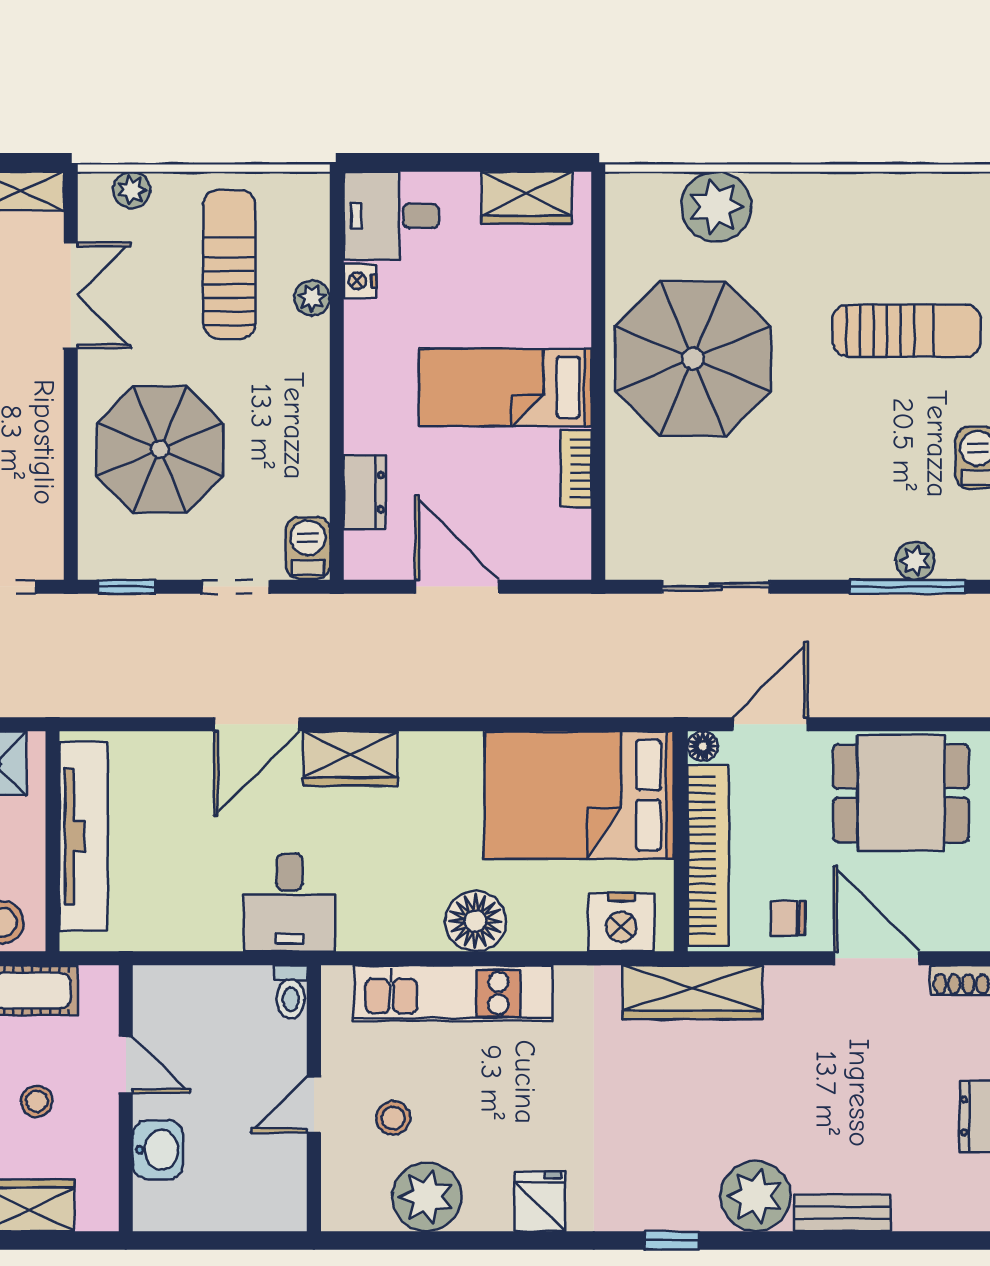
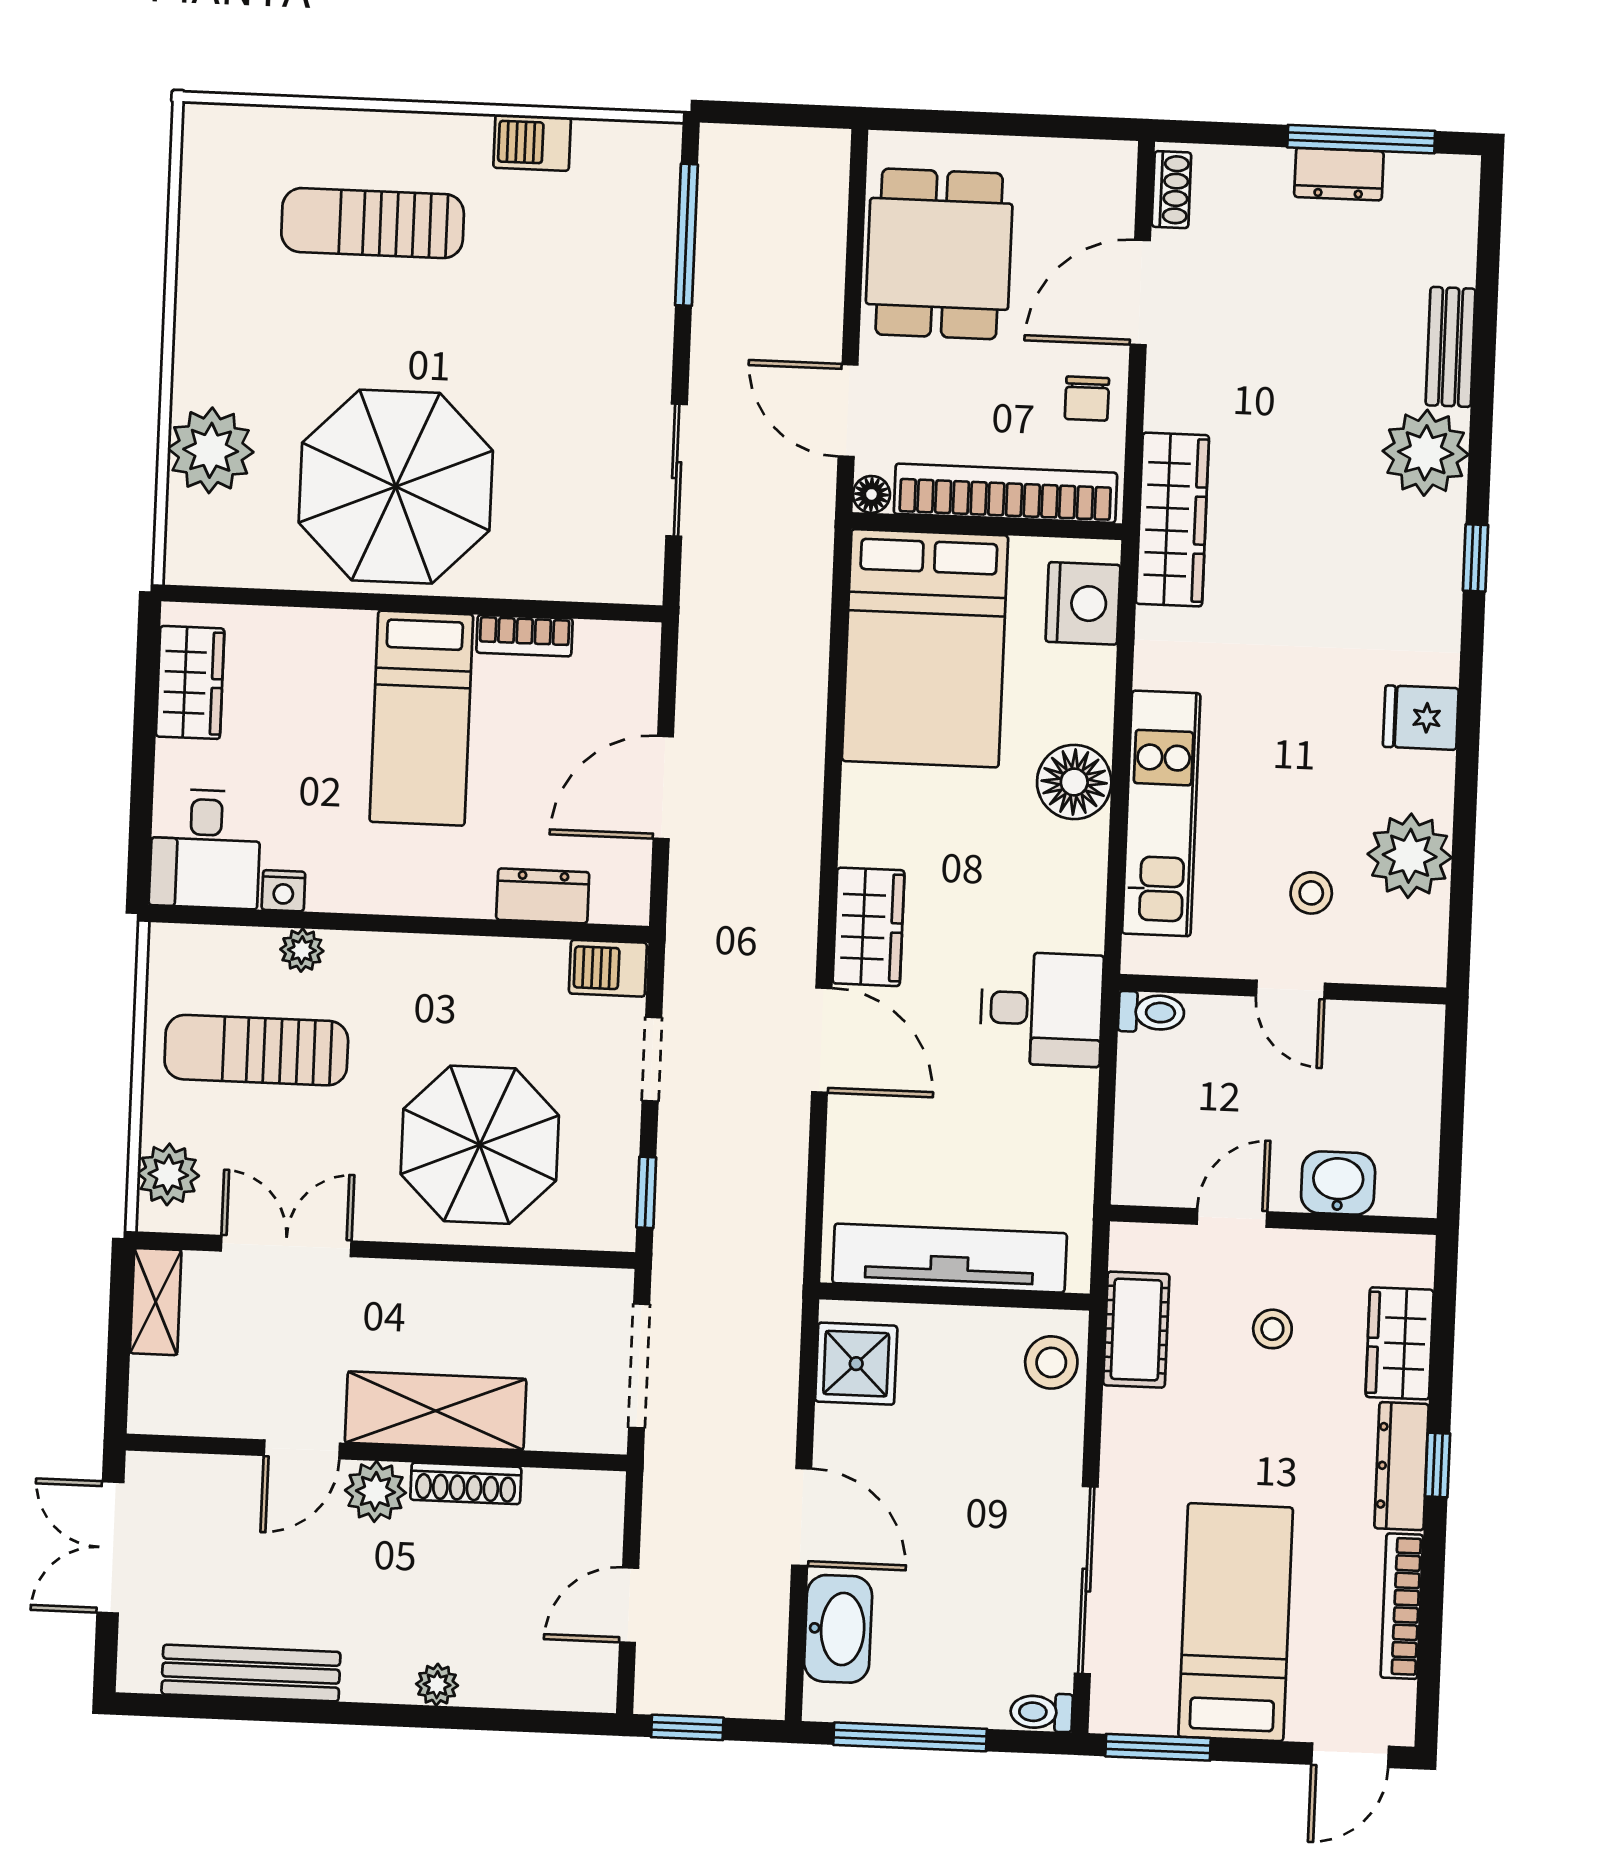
plant: (132, 190) -> (168, 1174), width x1.38, depth x1.38
sun lounger: (907, 331) -> (373, 223), turned -90
plant: (915, 561) -> (655, 225), removed

